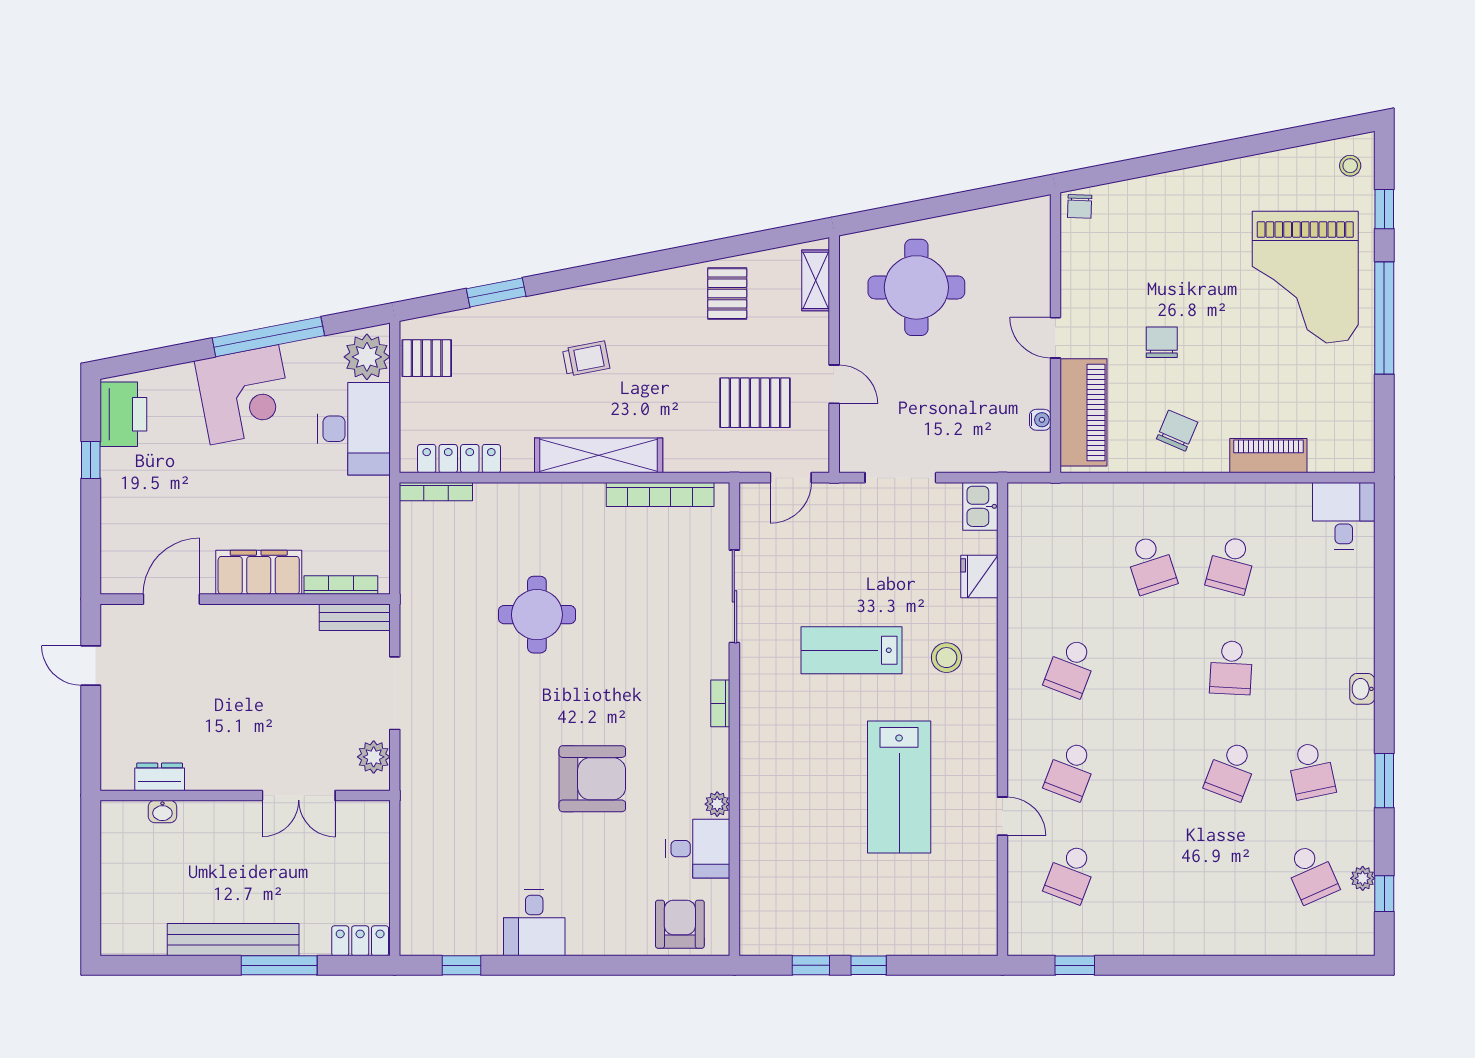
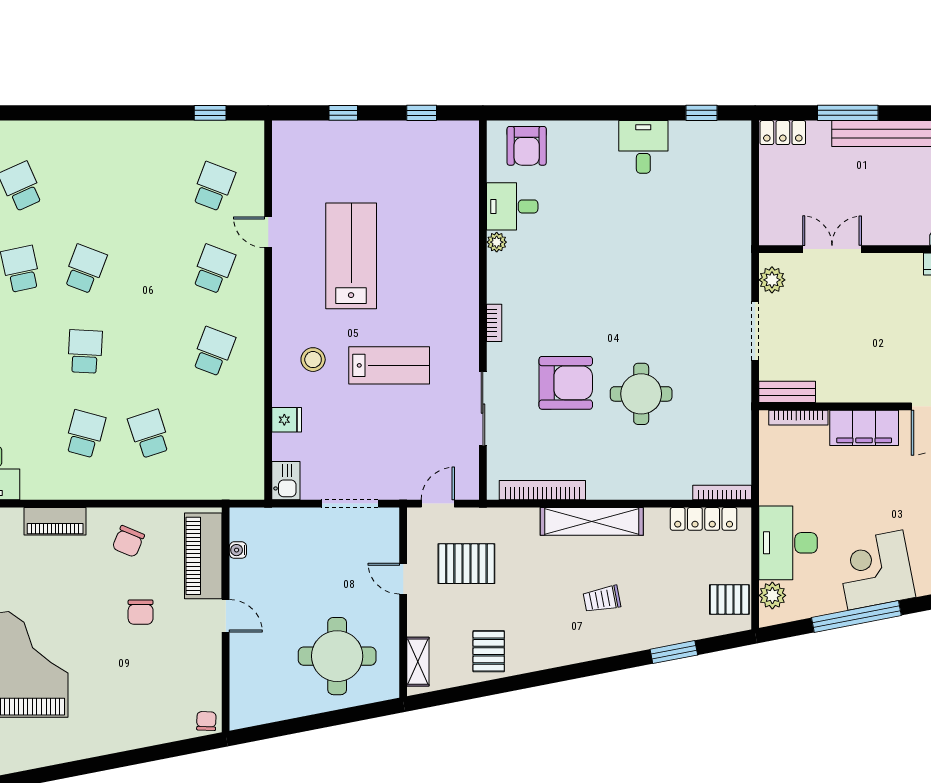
plant: (367, 357) -> (772, 595), width x0.73, depth x0.73
fridge: (979, 576) -> (287, 420), width x0.72
armchair: (592, 779) -> (566, 383), moved, turned 180
window: (869, 965) -> (343, 113), moved

